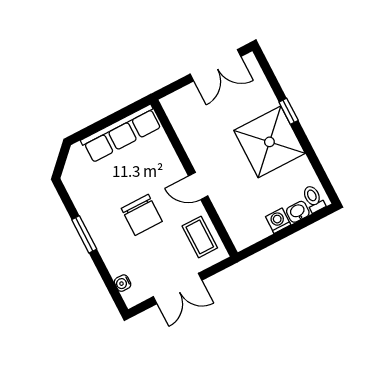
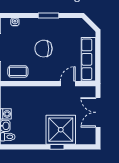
double door: (216, 65) -> (98, 112), moved
shower: (269, 142) -> (61, 130), moved
door: (198, 186) -> (68, 84), moved

